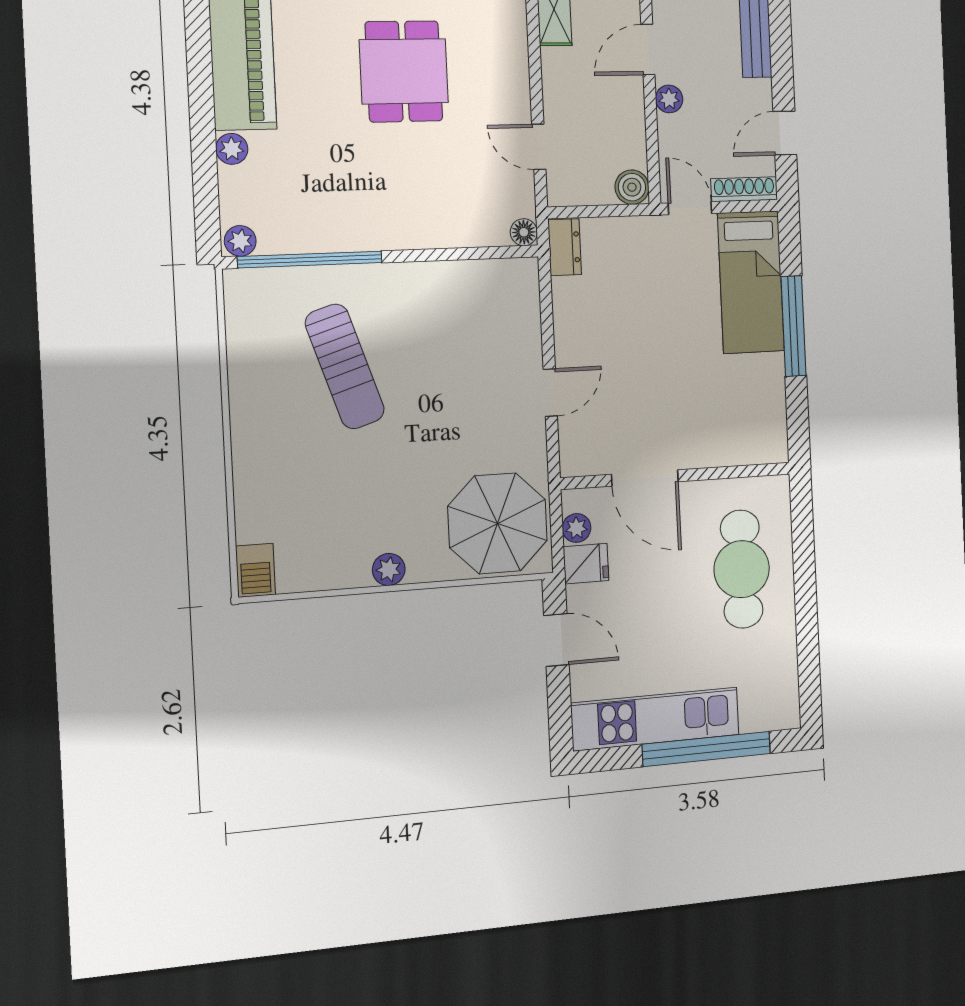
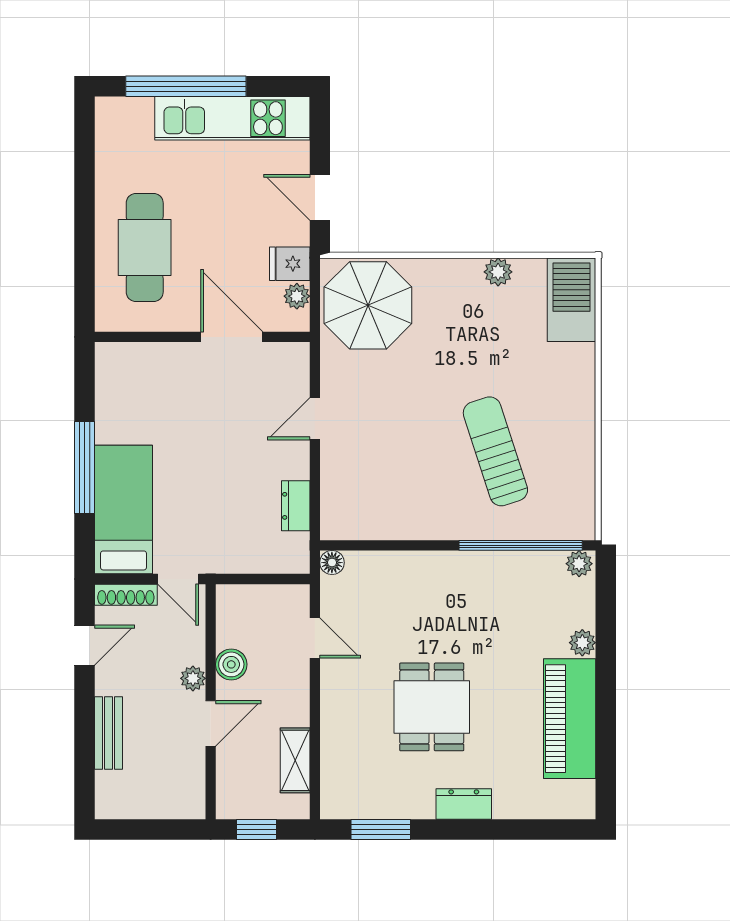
boiler: (632, 187) -> (231, 664), moved
dresser: (565, 247) -> (296, 506), moved
plant: (389, 569) -> (498, 272), moved
barbecue: (255, 570) -> (572, 300), width x1.88, depth x1.53

